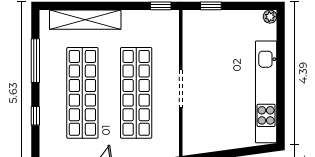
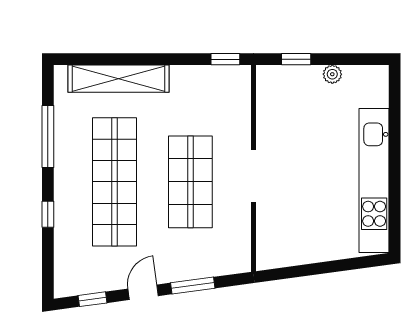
plant: (270, 17) -> (332, 74), moved
shop shelf: (136, 93) -> (190, 182), width x0.71

